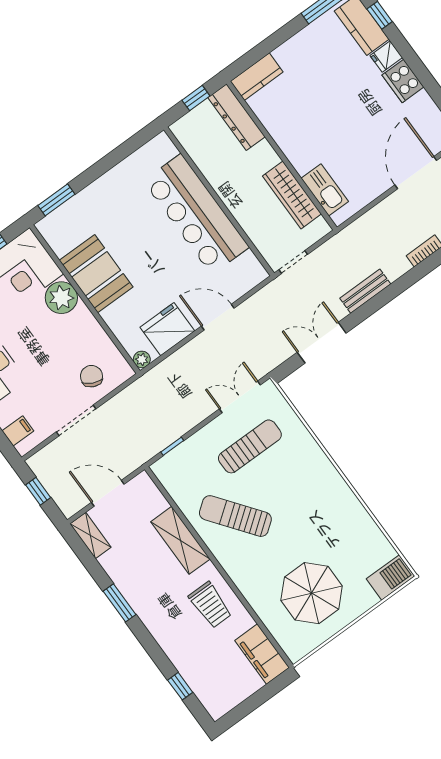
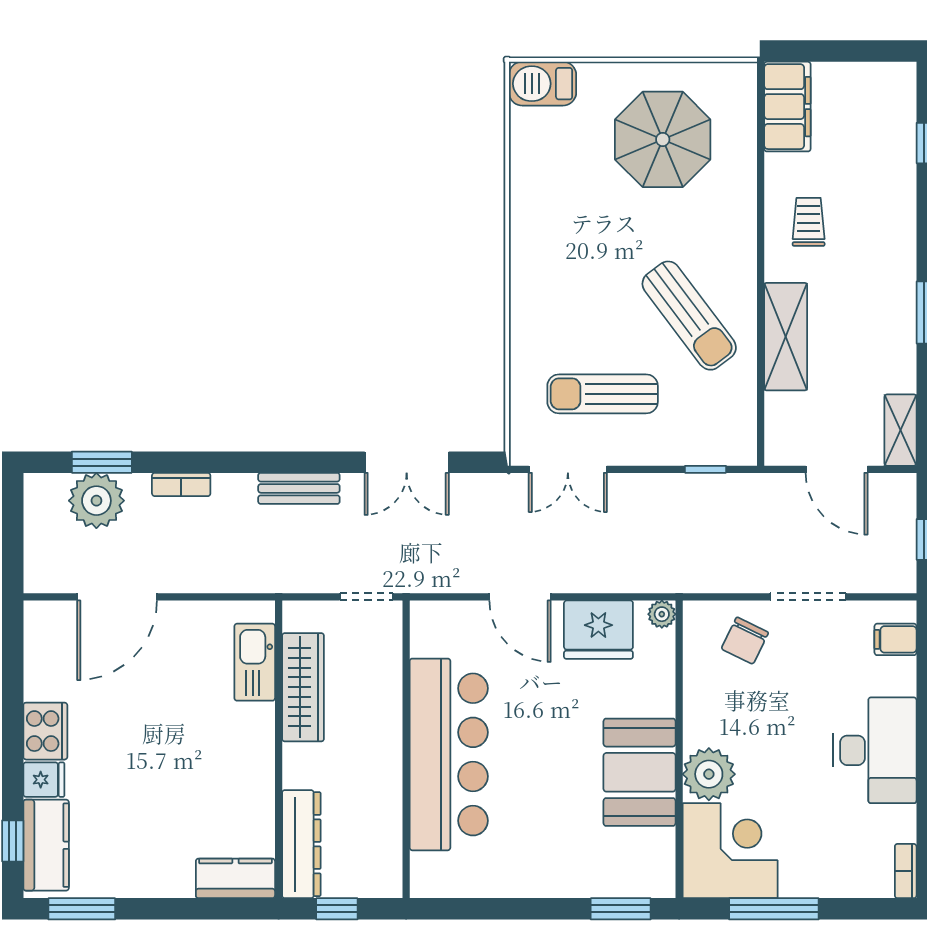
trolley: (210, 605) -> (809, 222), width x0.73, depth x0.72

